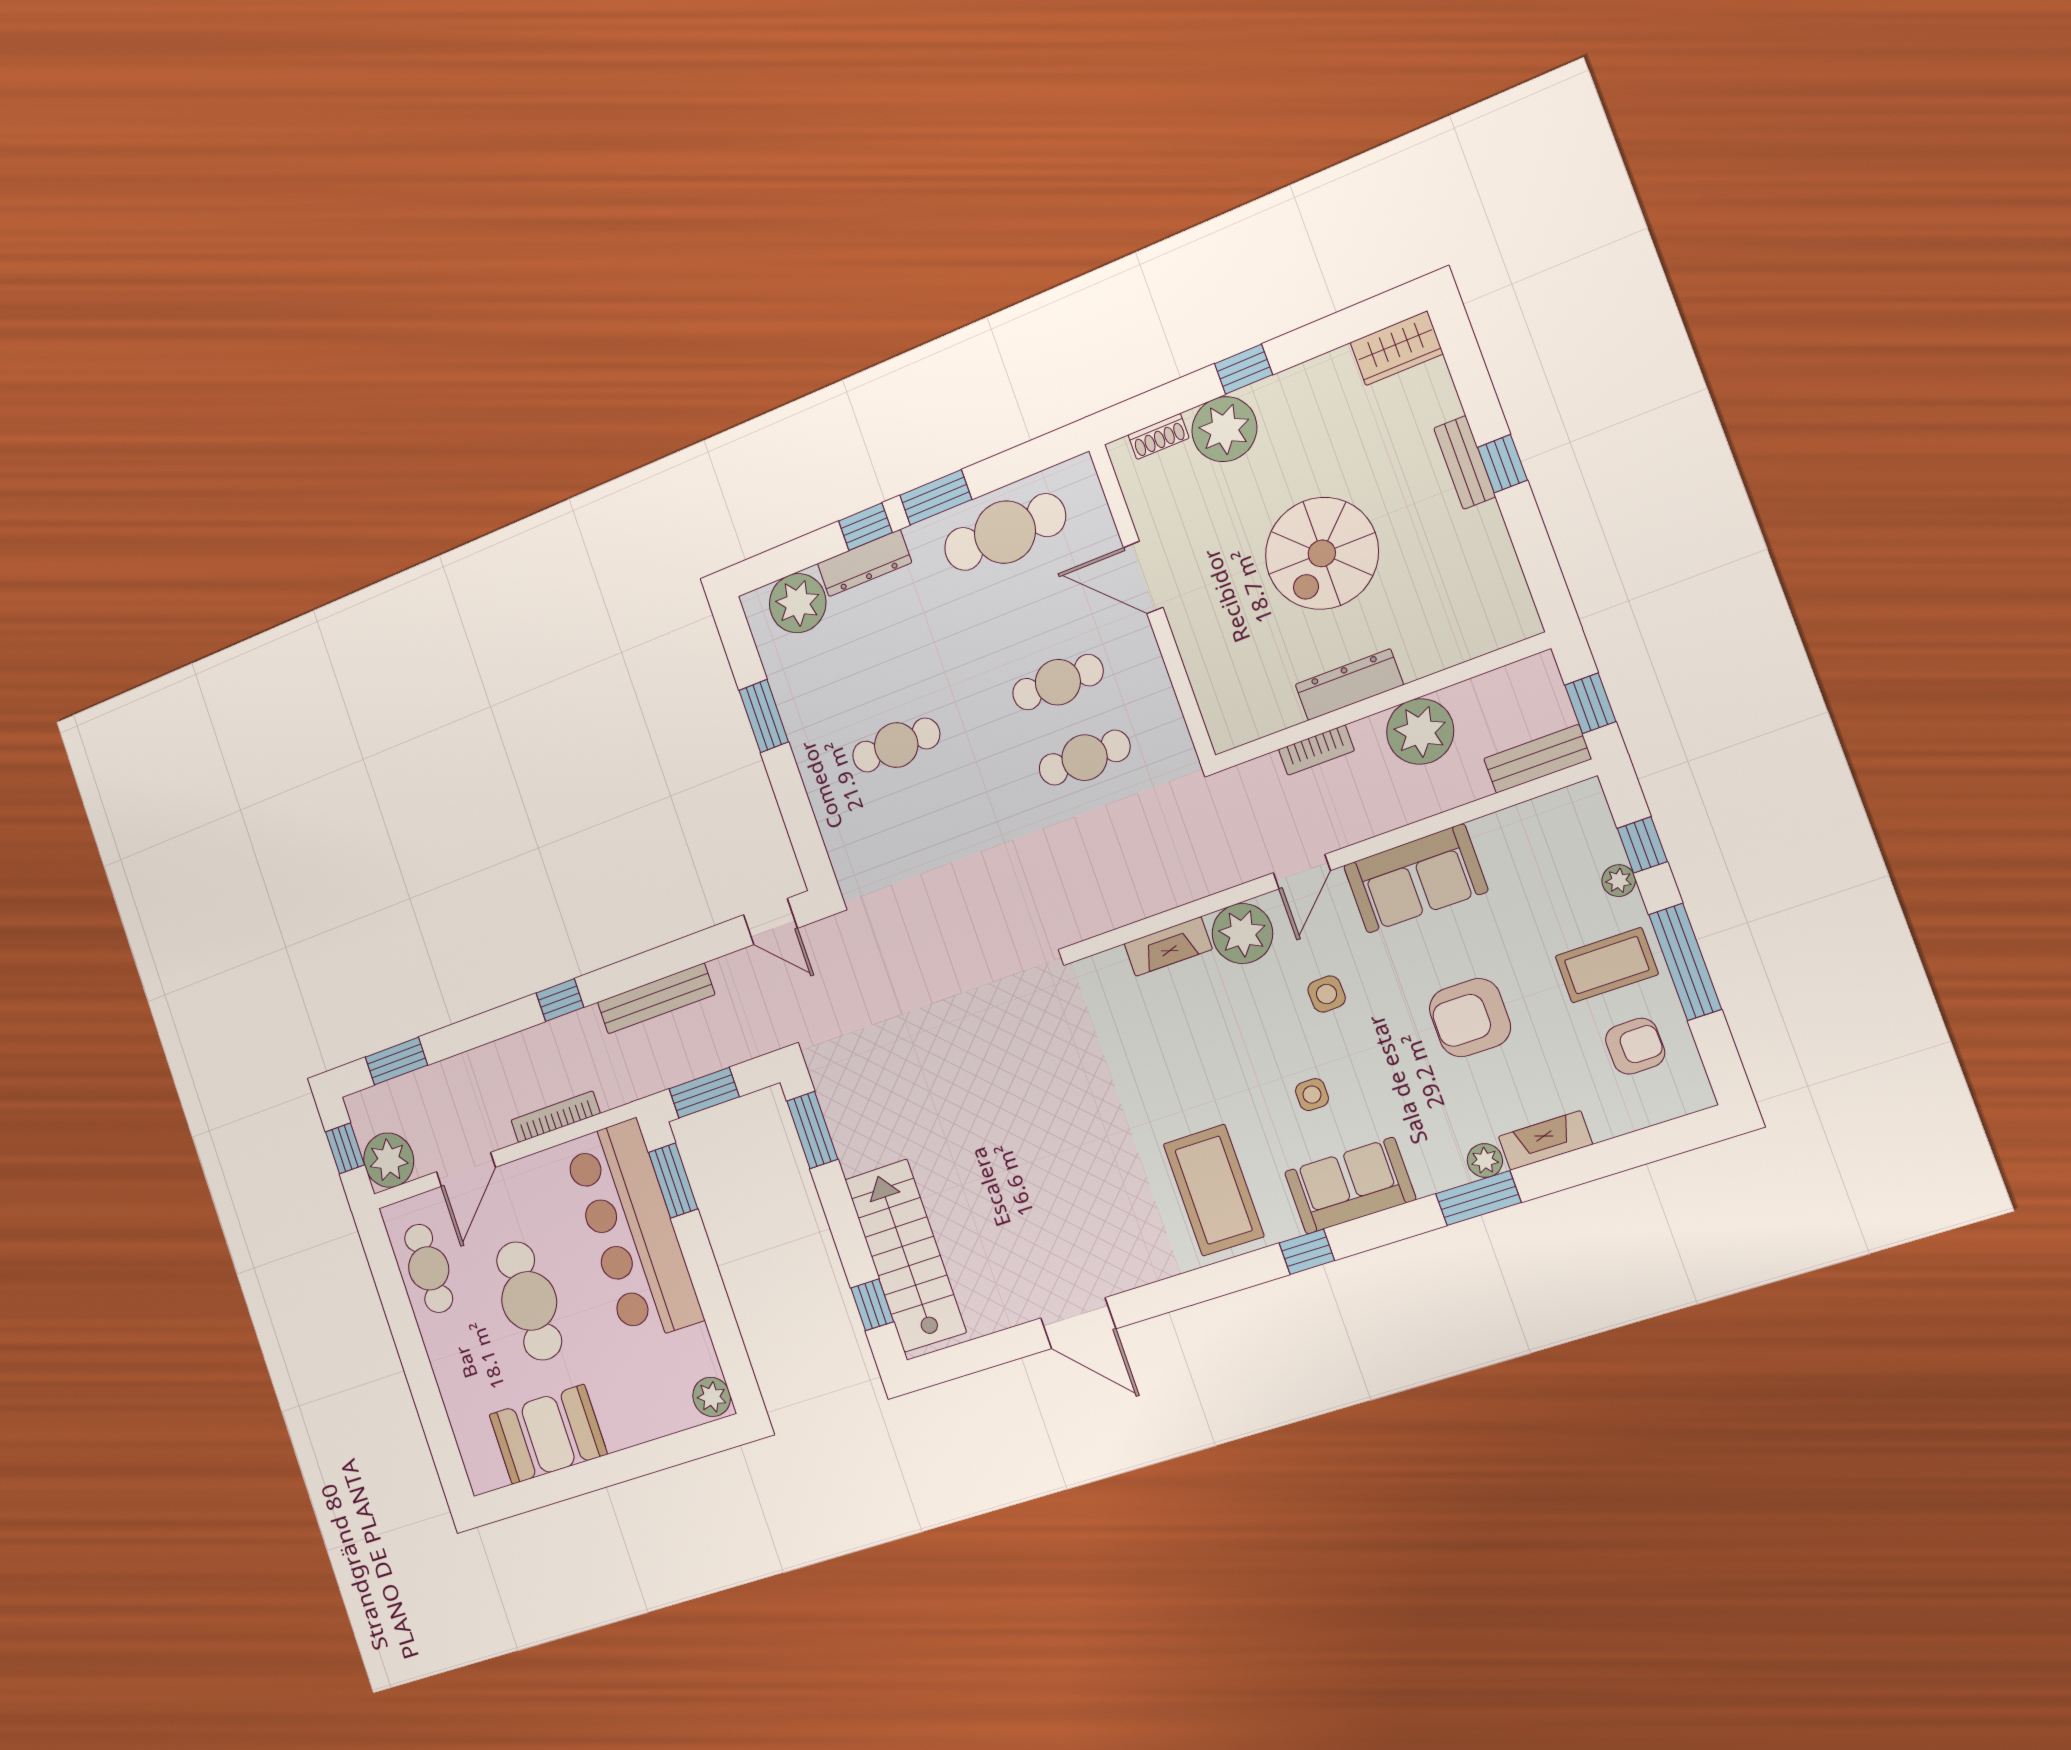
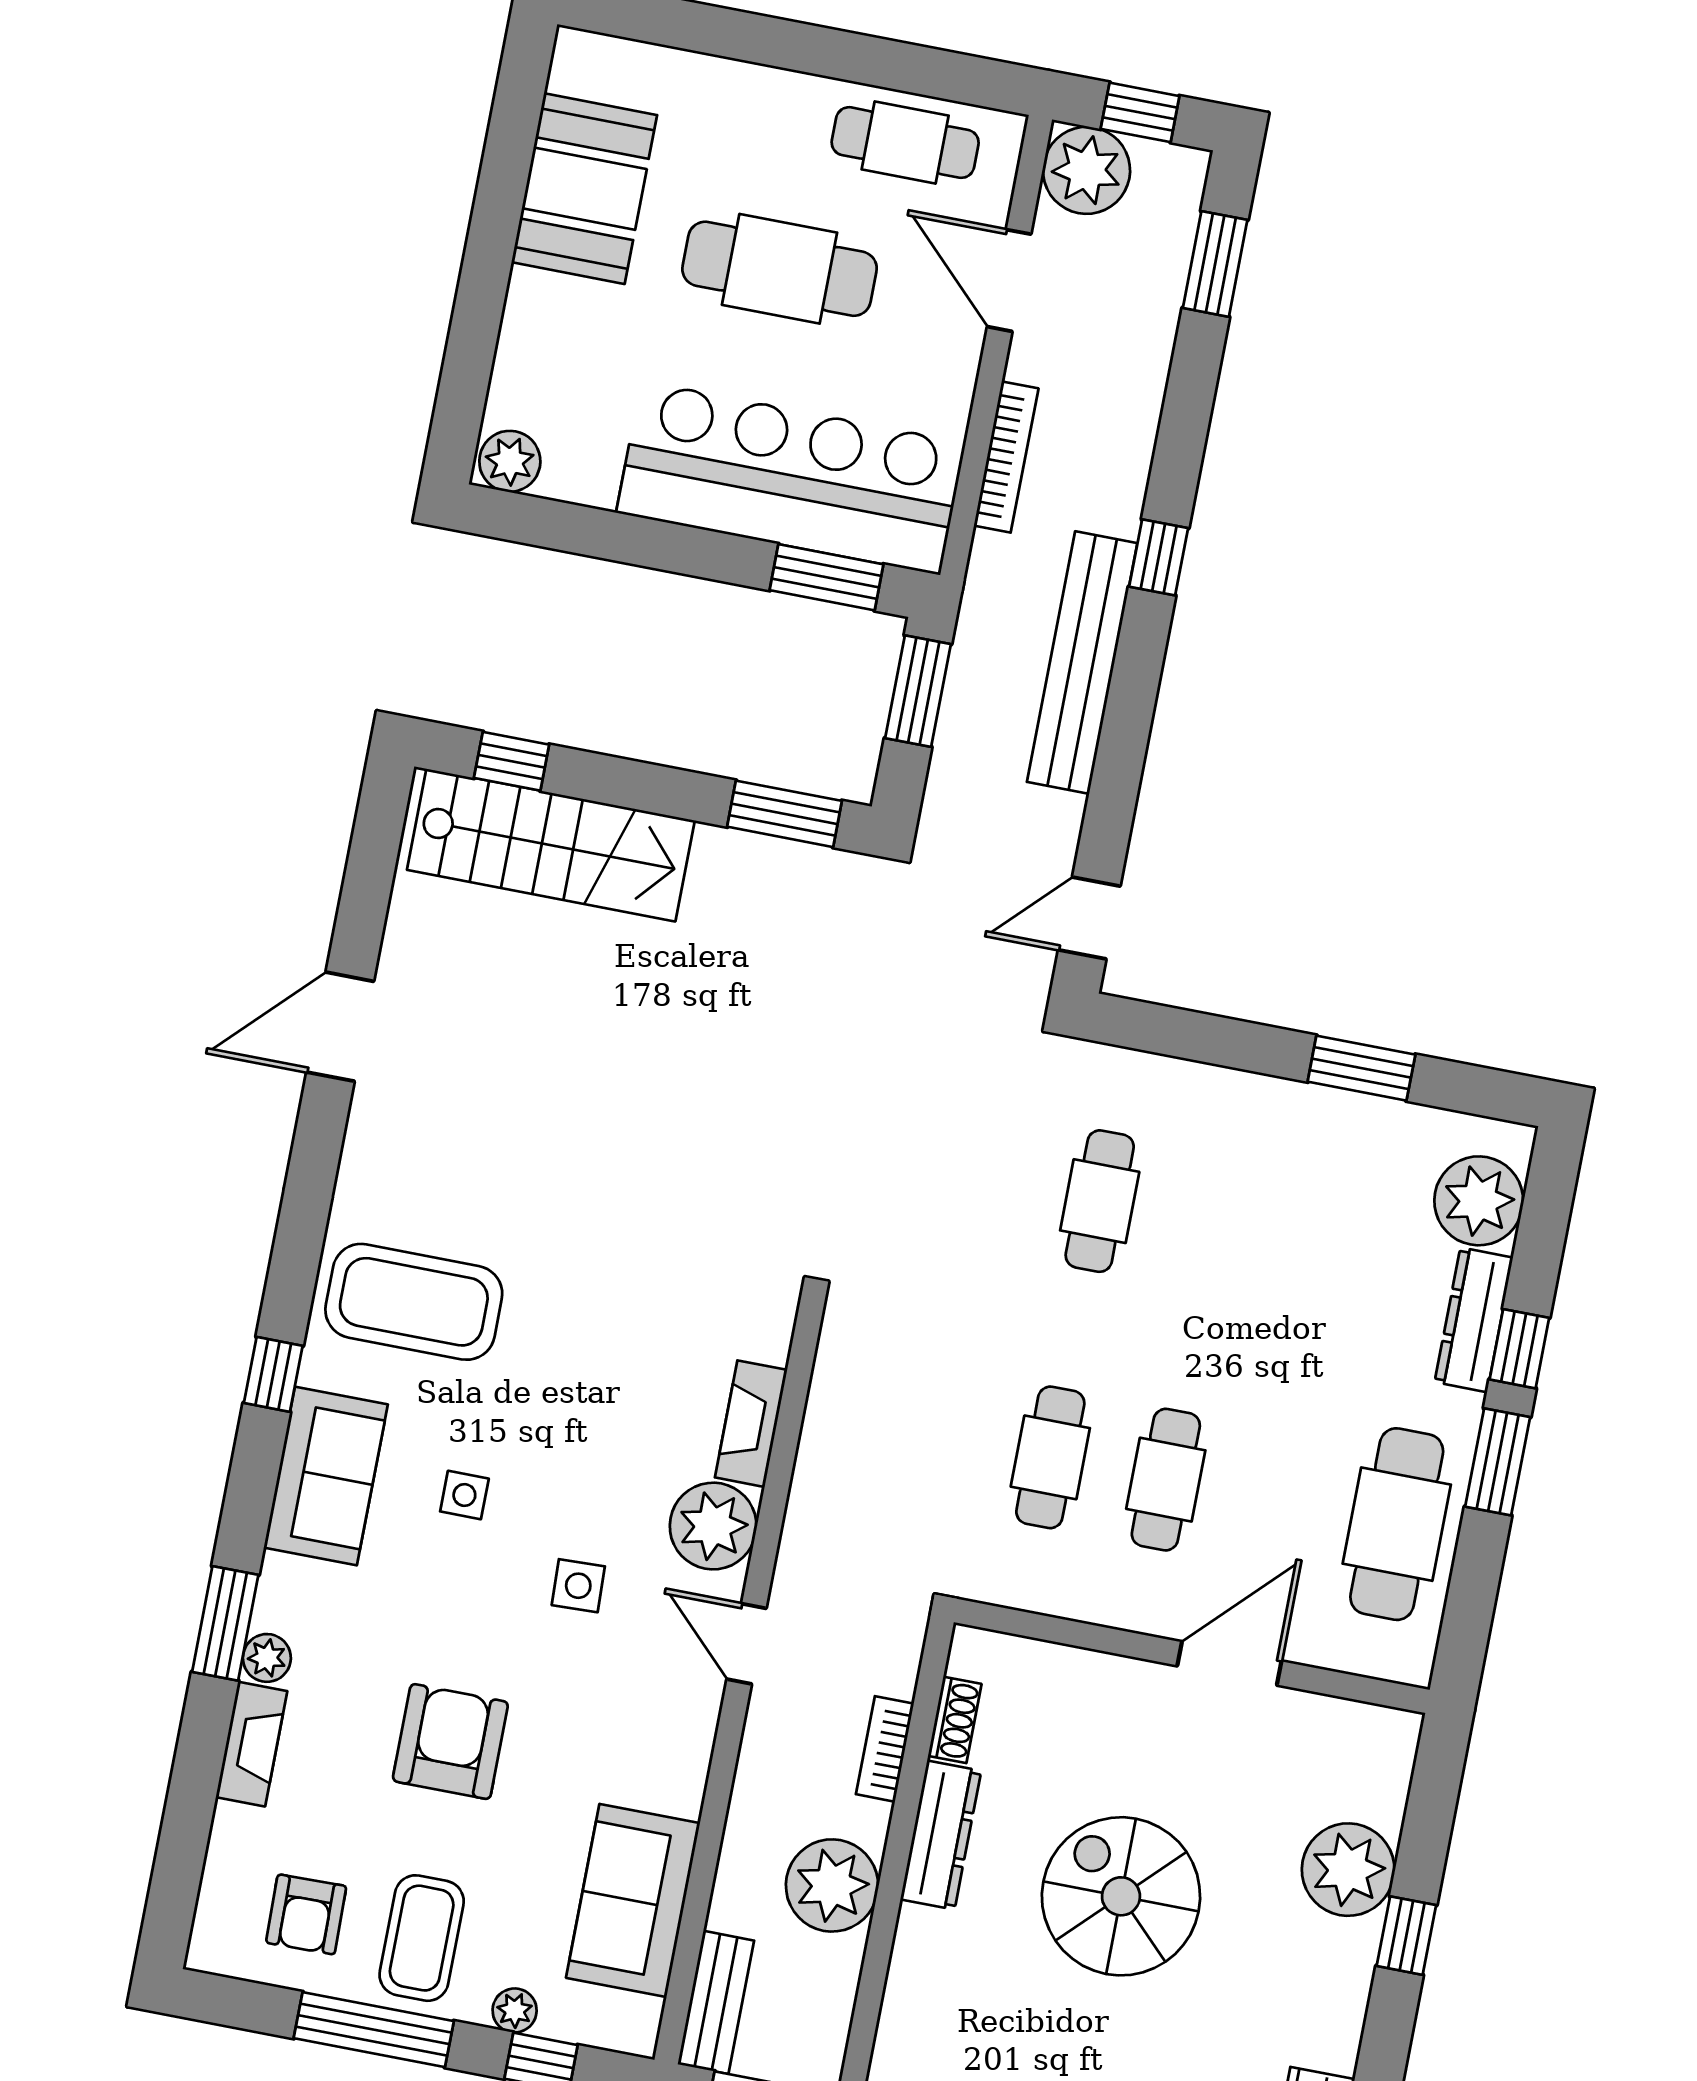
shoe rack: (1159, 436) -> (955, 1720), moved, turned 180
cafe table: (896, 745) -> (1100, 1201), moved
sofa: (1416, 878) -> (633, 1900), moved
bench: (656, 998) -> (1082, 663), width x1.37, depth x1.21

